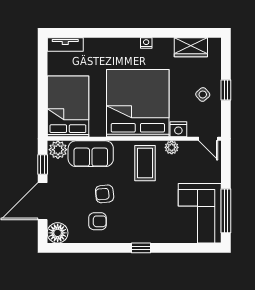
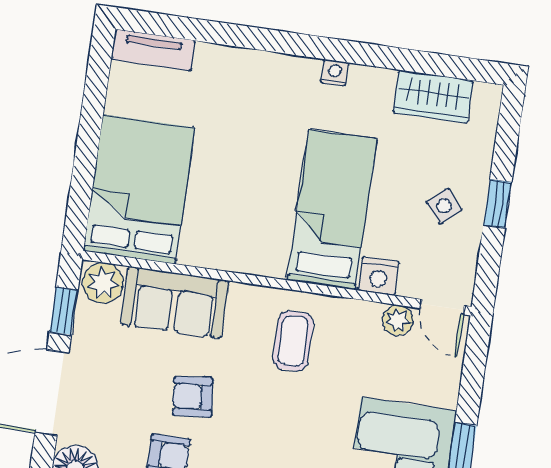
bed: (138, 103) -> (332, 210), width x0.49
plant: (172, 147) -> (398, 320), moved
coffee table: (145, 163) -> (293, 341), width x0.73, depth x0.77

